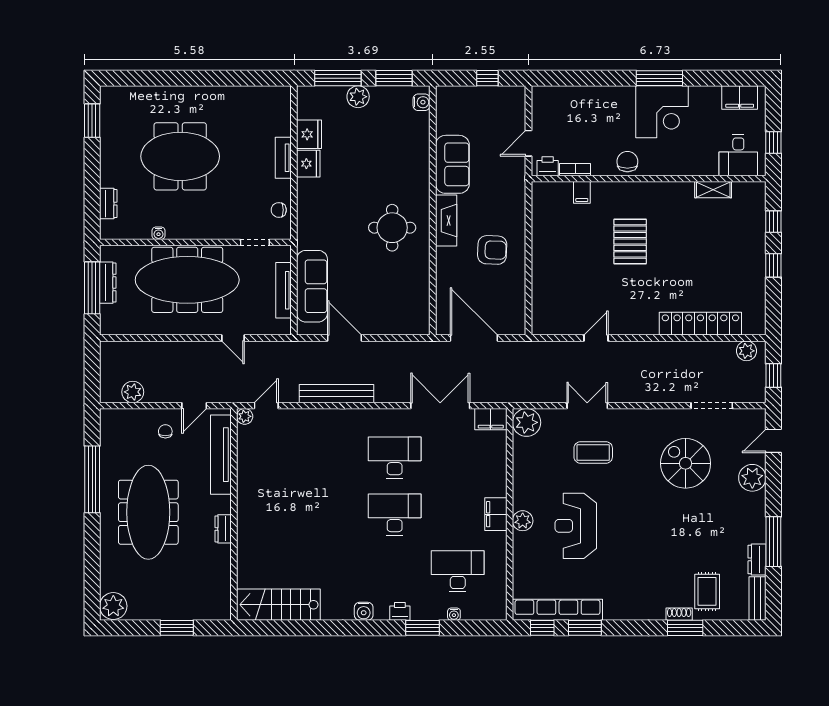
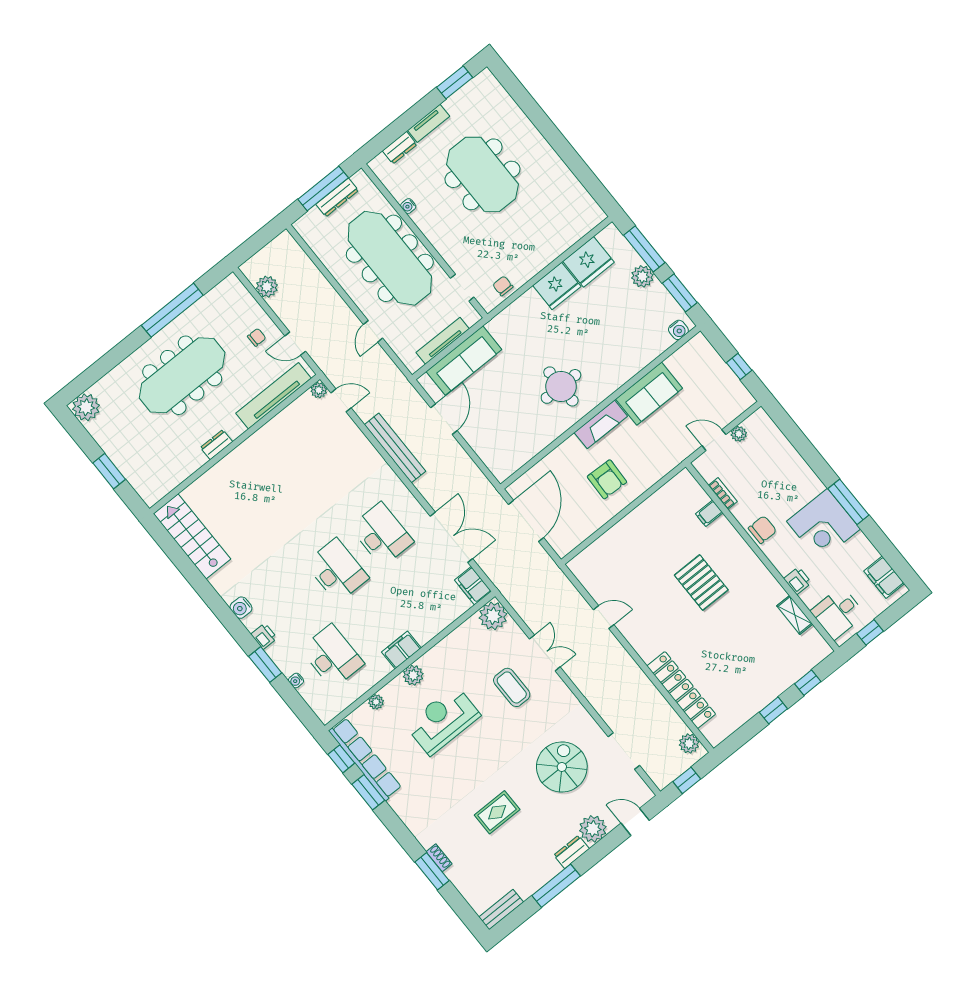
plant: (539, 120) -> (739, 434), added
fridge: (309, 134) -> (588, 262), width x1.36, depth x1.34
tv unit: (283, 158) -> (429, 123), moved, turned 180
fridge: (308, 164) -> (557, 286), width x1.36, depth x1.34
printer: (548, 166) -> (798, 581), moved
pallet: (630, 241) -> (701, 583), turned 90
dresser: (757, 559) -> (572, 852), moved
plant: (520, 566) -> (376, 702), added
rug: (707, 591) -> (497, 812), moved

